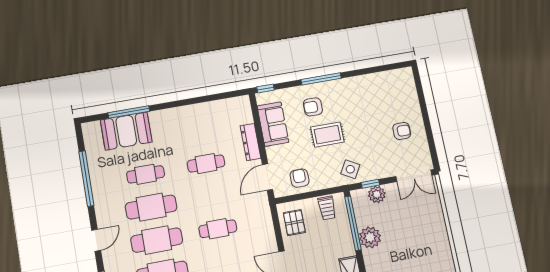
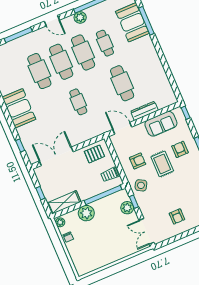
cafe table: (206, 164) -> (122, 83), width x1.37, depth x1.35
armchair: (300, 178) -> (138, 161), moved
plant: (102, 200) -> (80, 17), added
plant: (370, 237) -> (86, 213), moved

